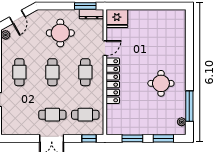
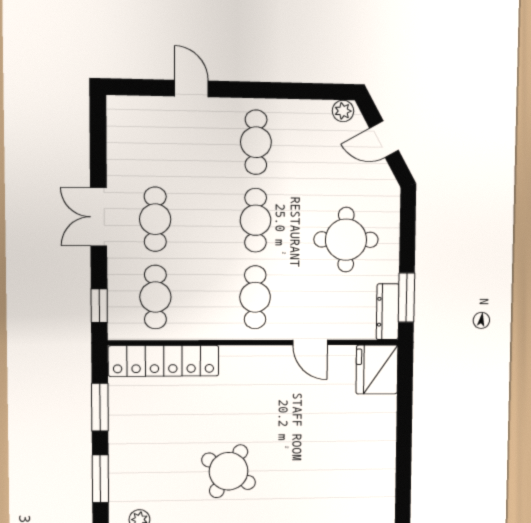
cafe table: (19, 72) -> (256, 142), turned 90
cafe table: (52, 72) -> (256, 220), turned 90
cafe table: (85, 72) -> (255, 297), turned 90
locker: (113, 81) -> (164, 361), moved
round table: (161, 83) -> (229, 471), turned 31

